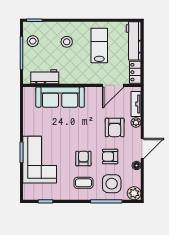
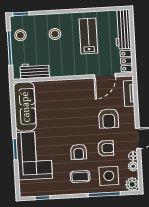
sofa: (60, 97) -> (25, 107), moved, turned -90
plant: (136, 122) -> (133, 166), moved
armchair: (110, 156) -> (106, 148), turned 180
armchair: (83, 159) -> (79, 152), turned 180

